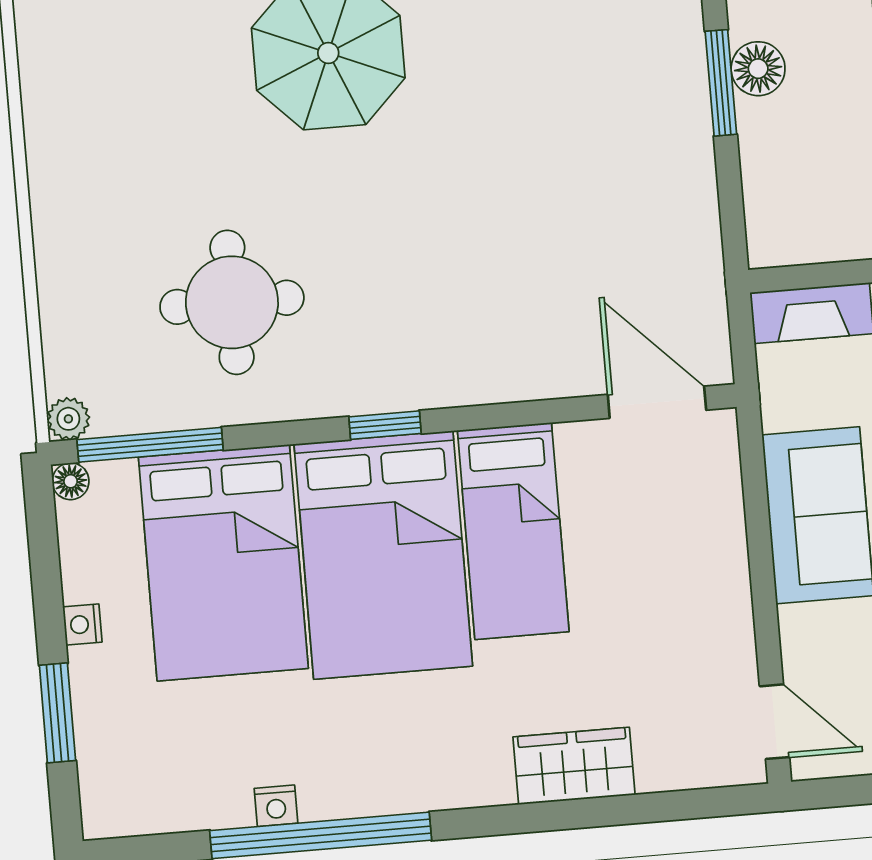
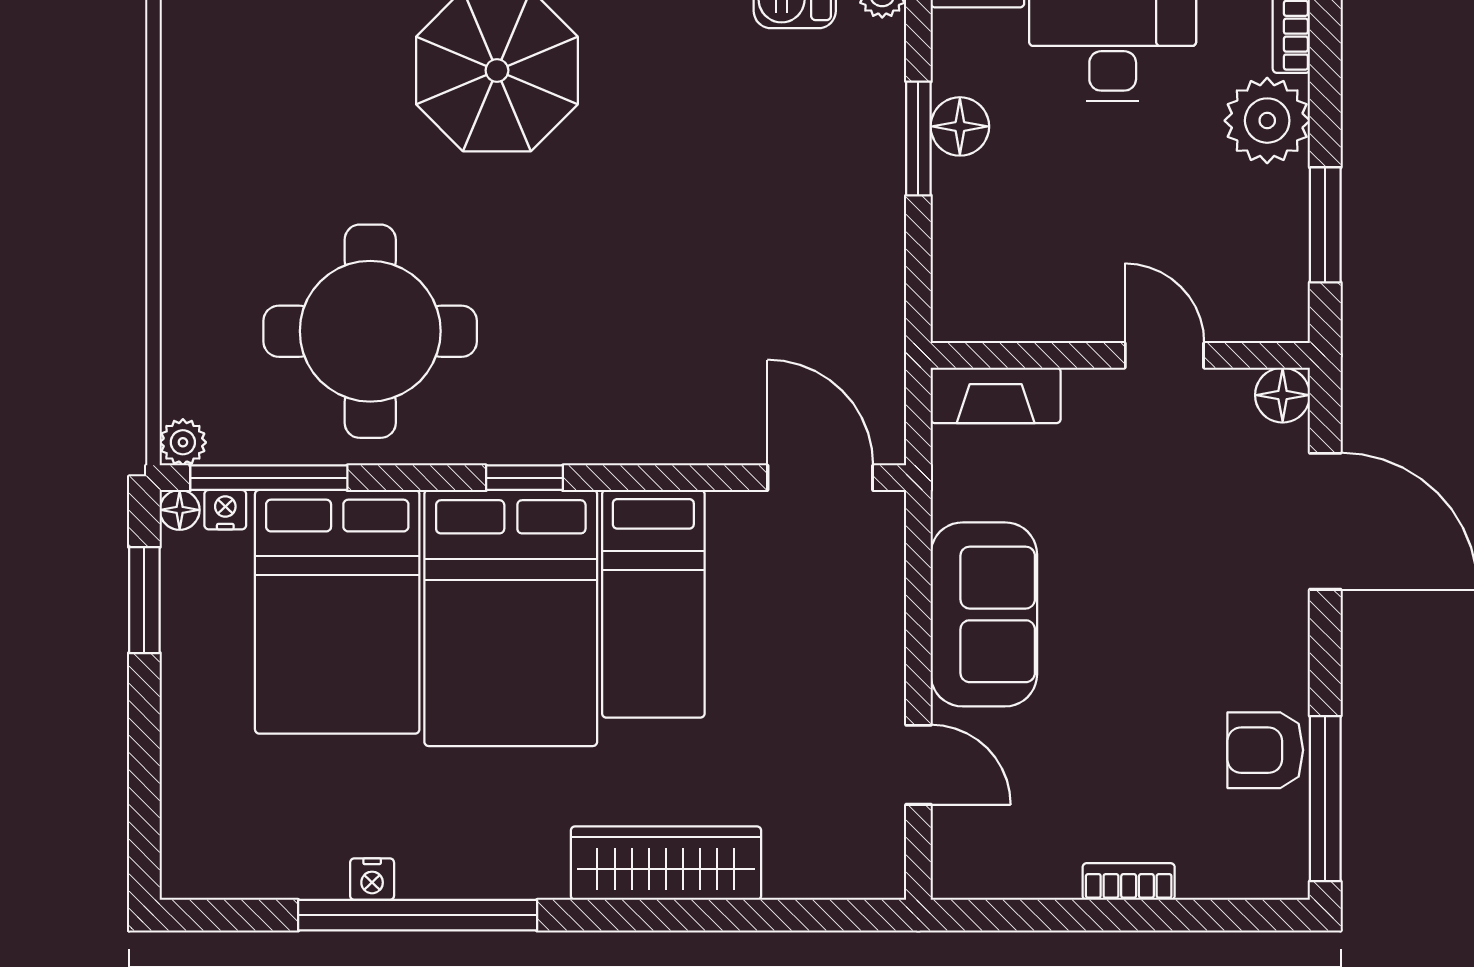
round table: (232, 302) -> (370, 331), width x1.36, depth x1.36
nightstand: (82, 624) -> (225, 510), moved, turned 90
window: (57, 713) -> (144, 600), moved
door: (775, 722) -> (918, 765), moved
wardrobe: (574, 766) -> (666, 863), width x1.50

